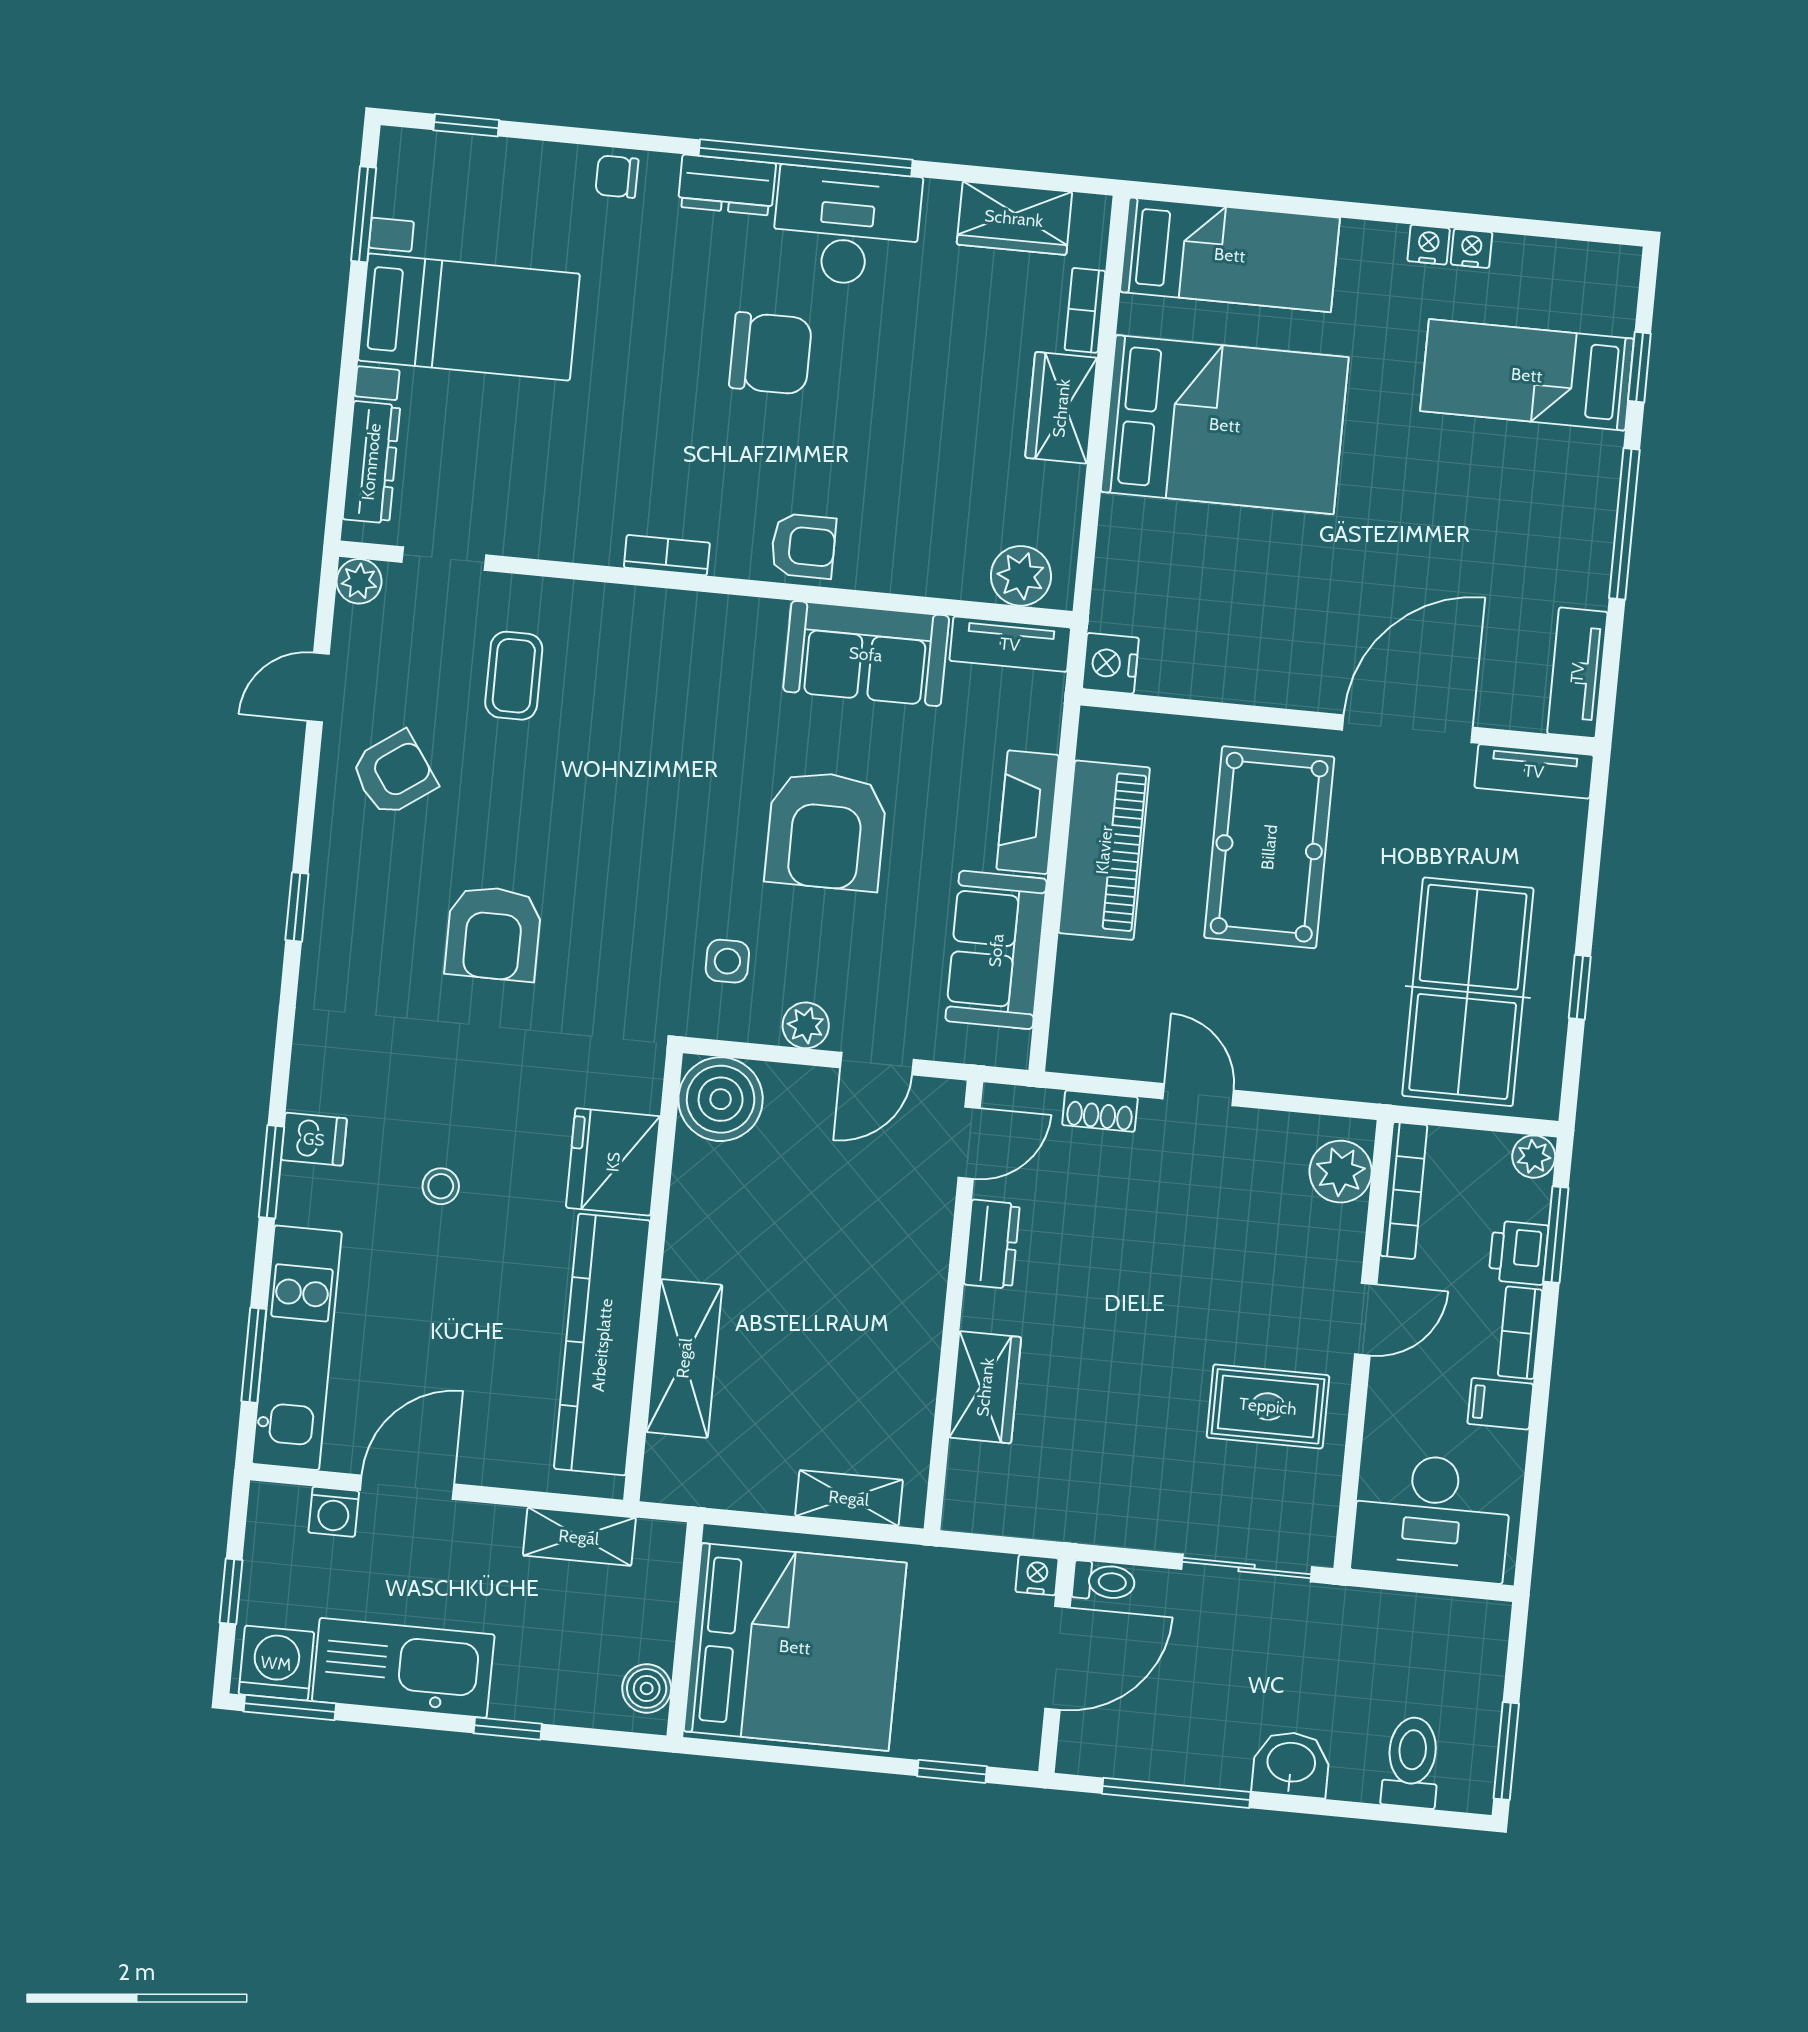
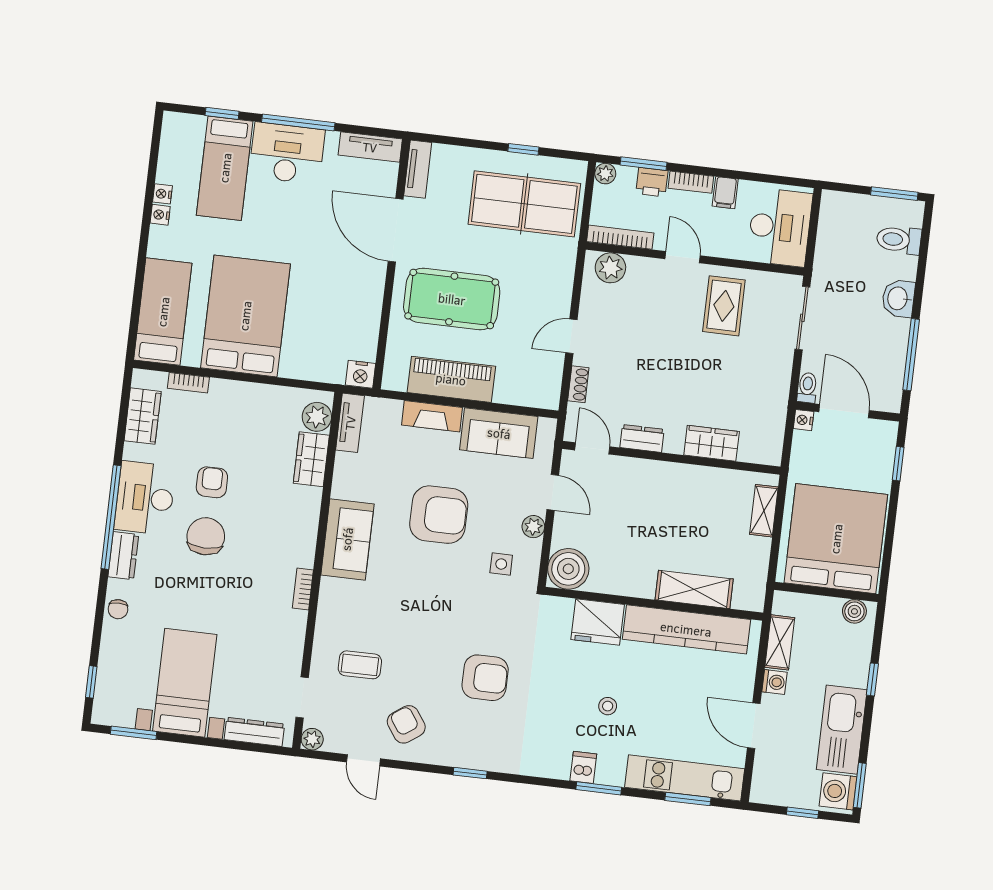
wardrobe: (1061, 408) -> (311, 459), moved, turned 90
desk: (1561, 502) -> (287, 153), added
armchair: (803, 546) -> (212, 482), moved
sofa: (866, 654) -> (347, 539), moved
washing machine: (334, 1512) -> (774, 682), moved

